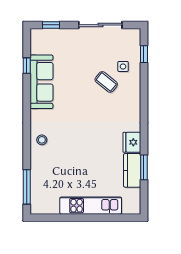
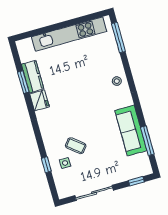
window: (144, 54) -> (46, 165), moved
window: (27, 66) -> (147, 141), width x2.17
kitchen unit: (91, 206) -> (69, 34), width x1.36

